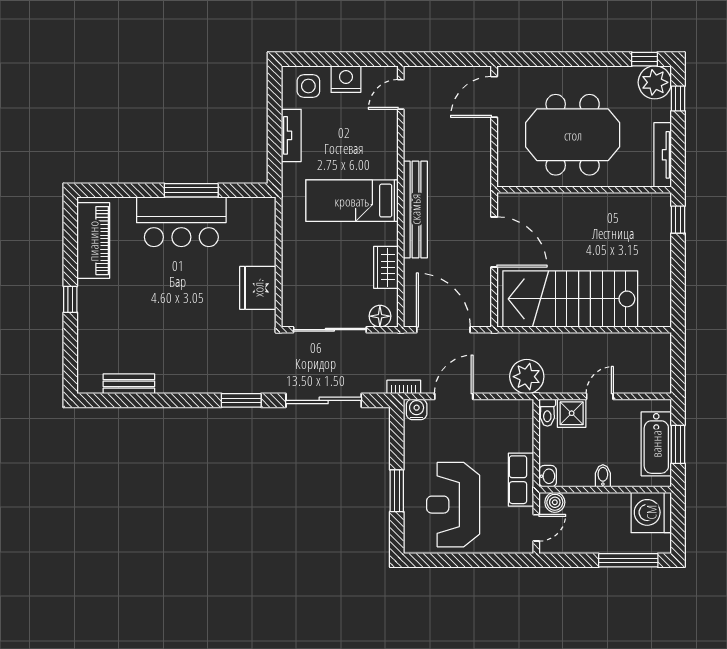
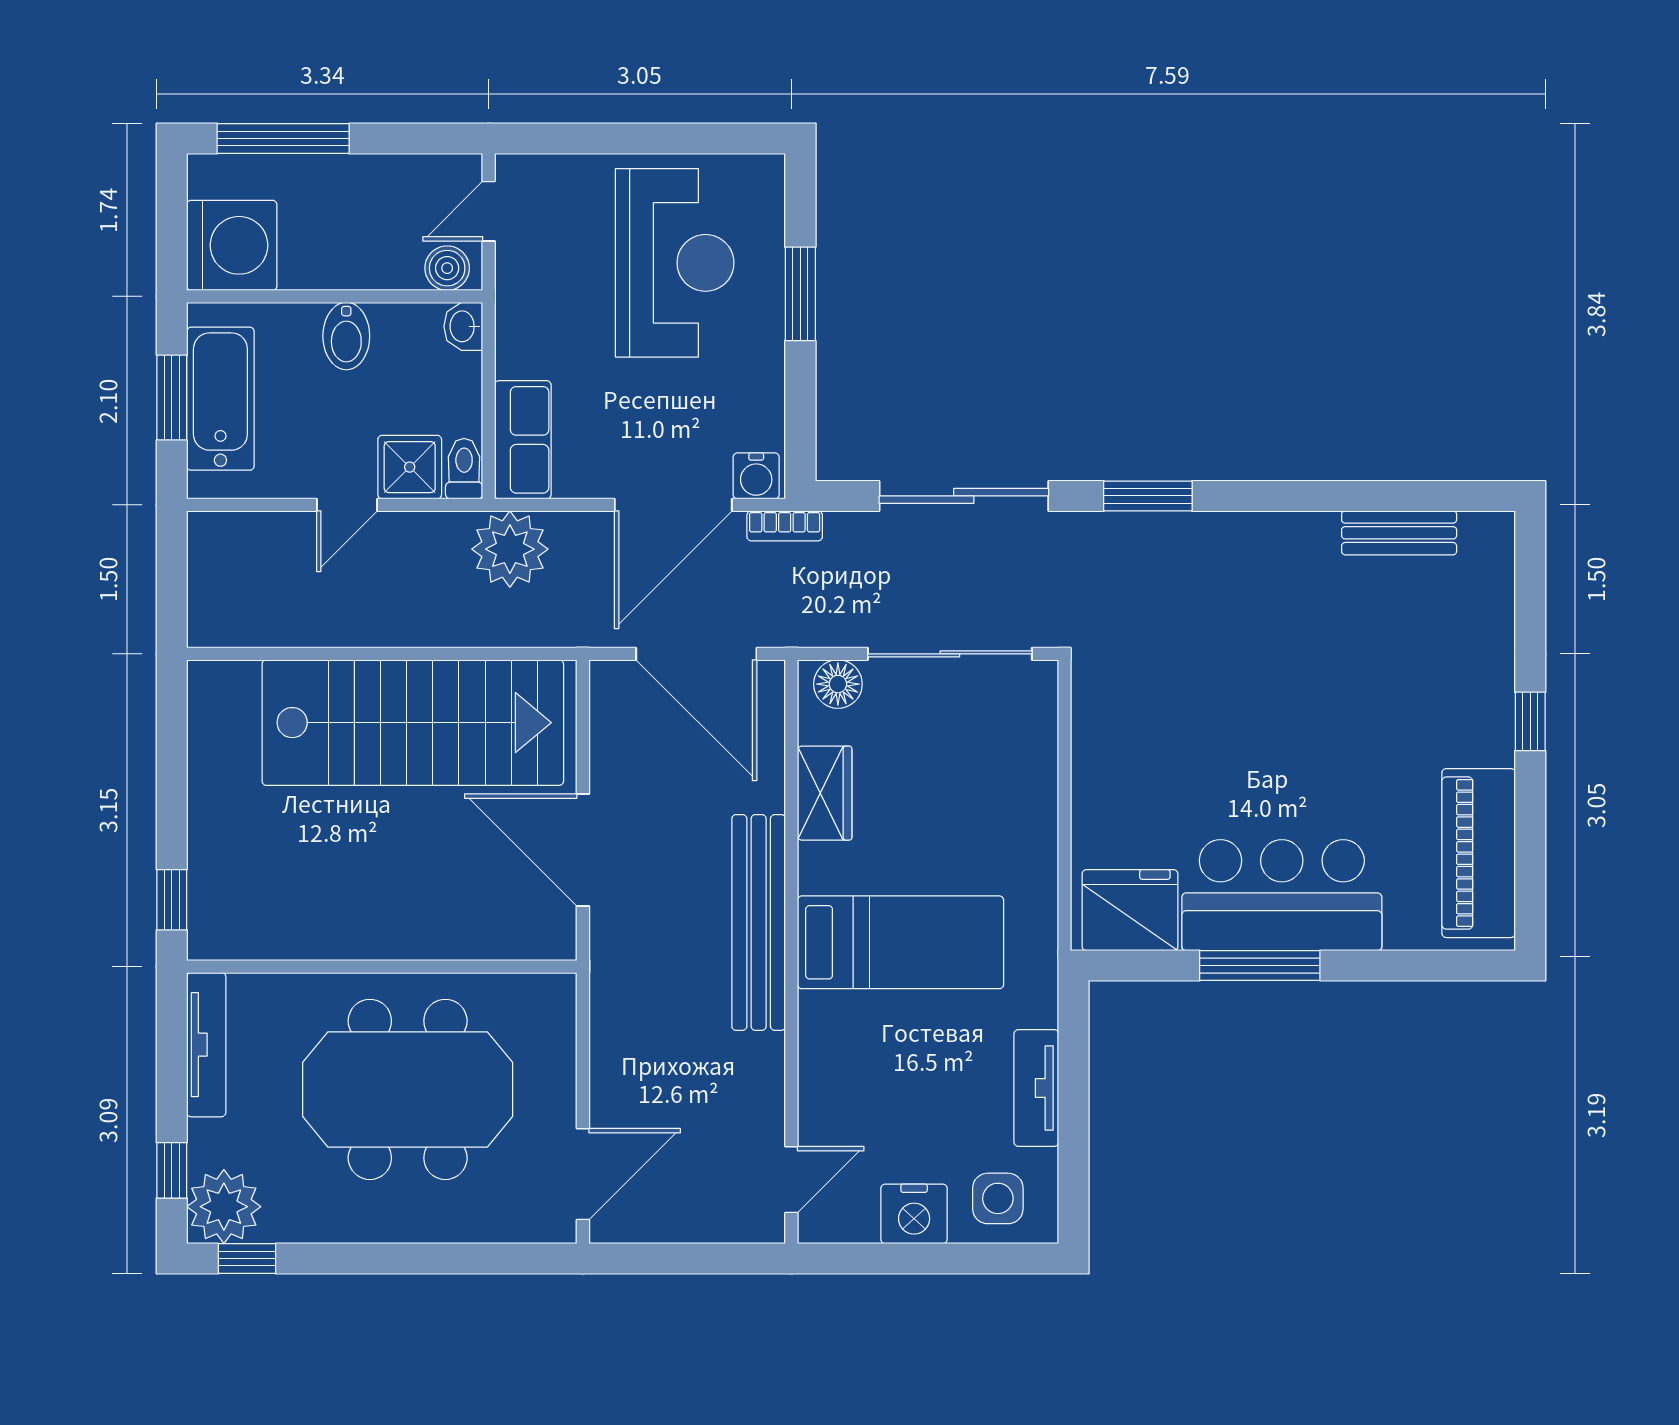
fridge: (258, 288) -> (1130, 910), moved, turned -90
door: (454, 396) -> (673, 505), width x1.36
bidet: (603, 476) -> (346, 336), width x1.38, depth x1.36
row of seats: (521, 480) -> (523, 440), moved

